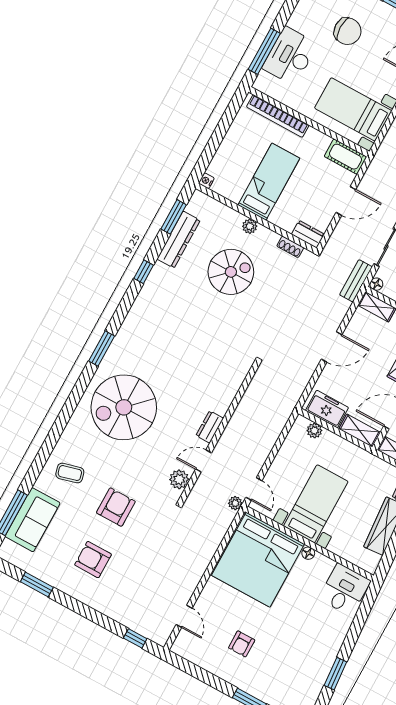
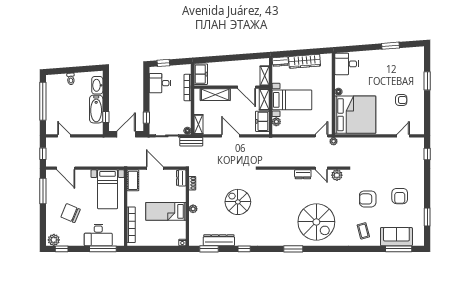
chair: (348, 31) -> (71, 213), turned -67
spiral stairs: (231, 272) -> (238, 202), moved
bed with nightstands: (316, 504) -> (292, 100), moved, turned 180

